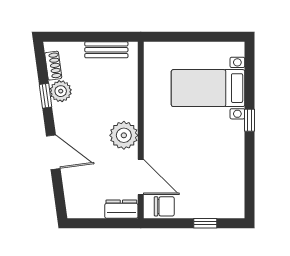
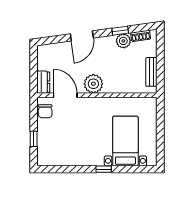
door: (141, 177) -> (65, 95), swing flipped

